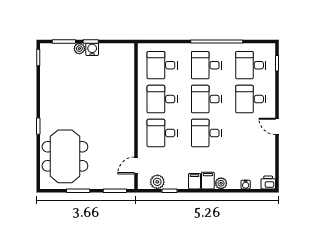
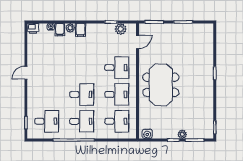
water cooler: (92, 49) -> (147, 134), moved
desk: (251, 99) -> (47, 94), removed
door: (277, 126) -> (26, 73), swing flipped
desk: (206, 133) -> (82, 68), removed
meeting table: (65, 156) -> (161, 85), moved
filing cabinet: (195, 181) -> (60, 30), moved

